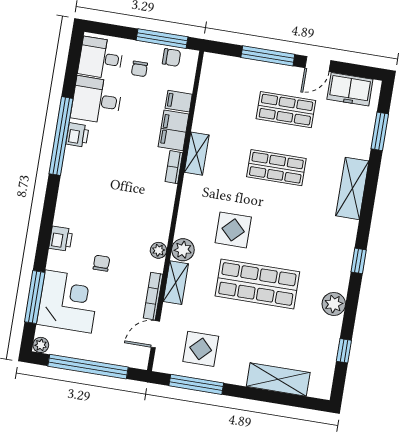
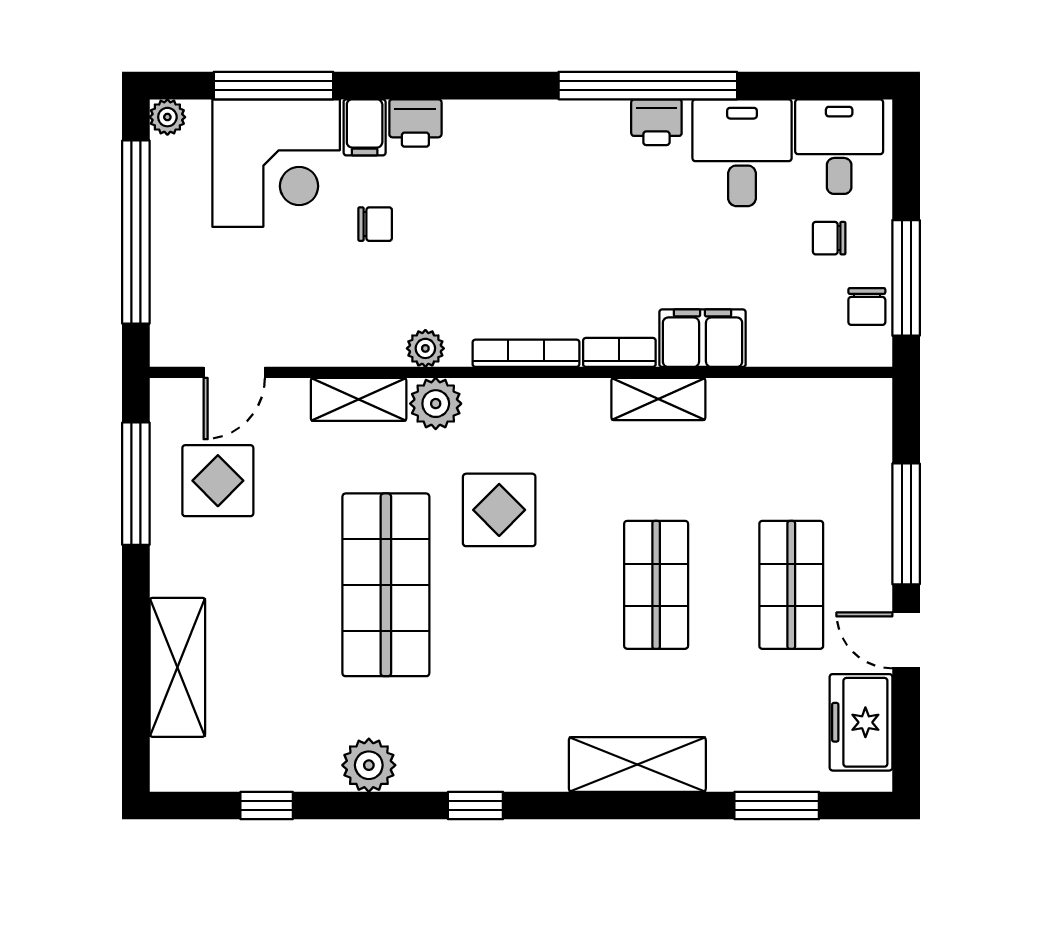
filing cabinet: (179, 101) -> (365, 127), moved, turned 180
bookcase: (153, 296) -> (526, 353), moved
door: (155, 334) -> (234, 372), swing flipped

